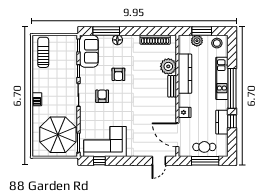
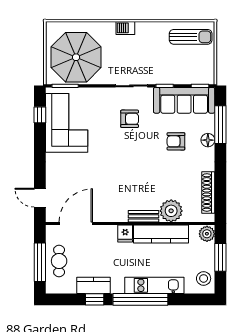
plant: (197, 41) -> (207, 234), moved
sofa: (89, 51) -> (184, 100), width x1.36
armchair: (118, 74) -> (176, 141), moved
fridge: (185, 112) -> (125, 233), moved

